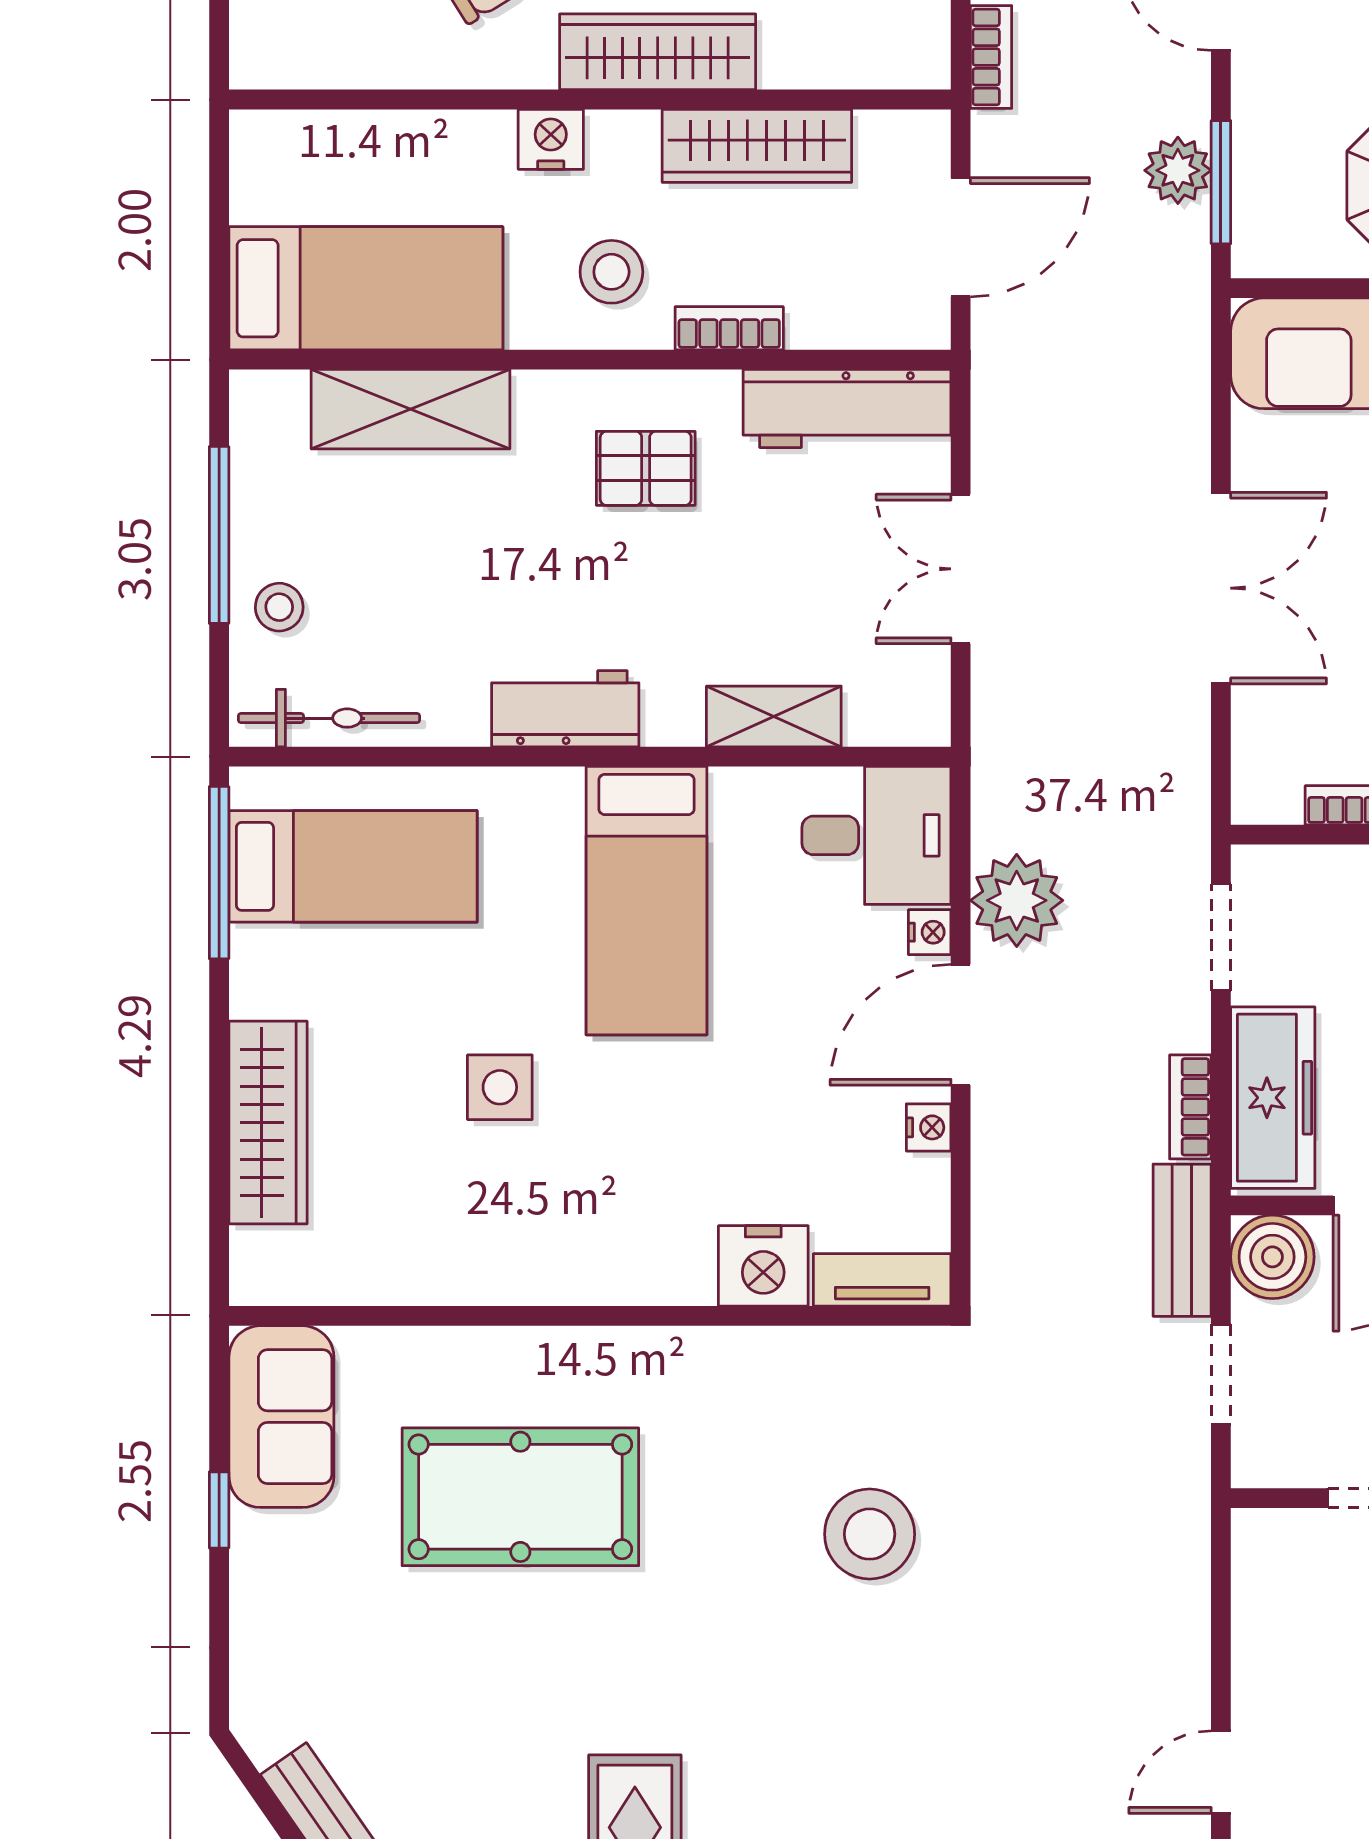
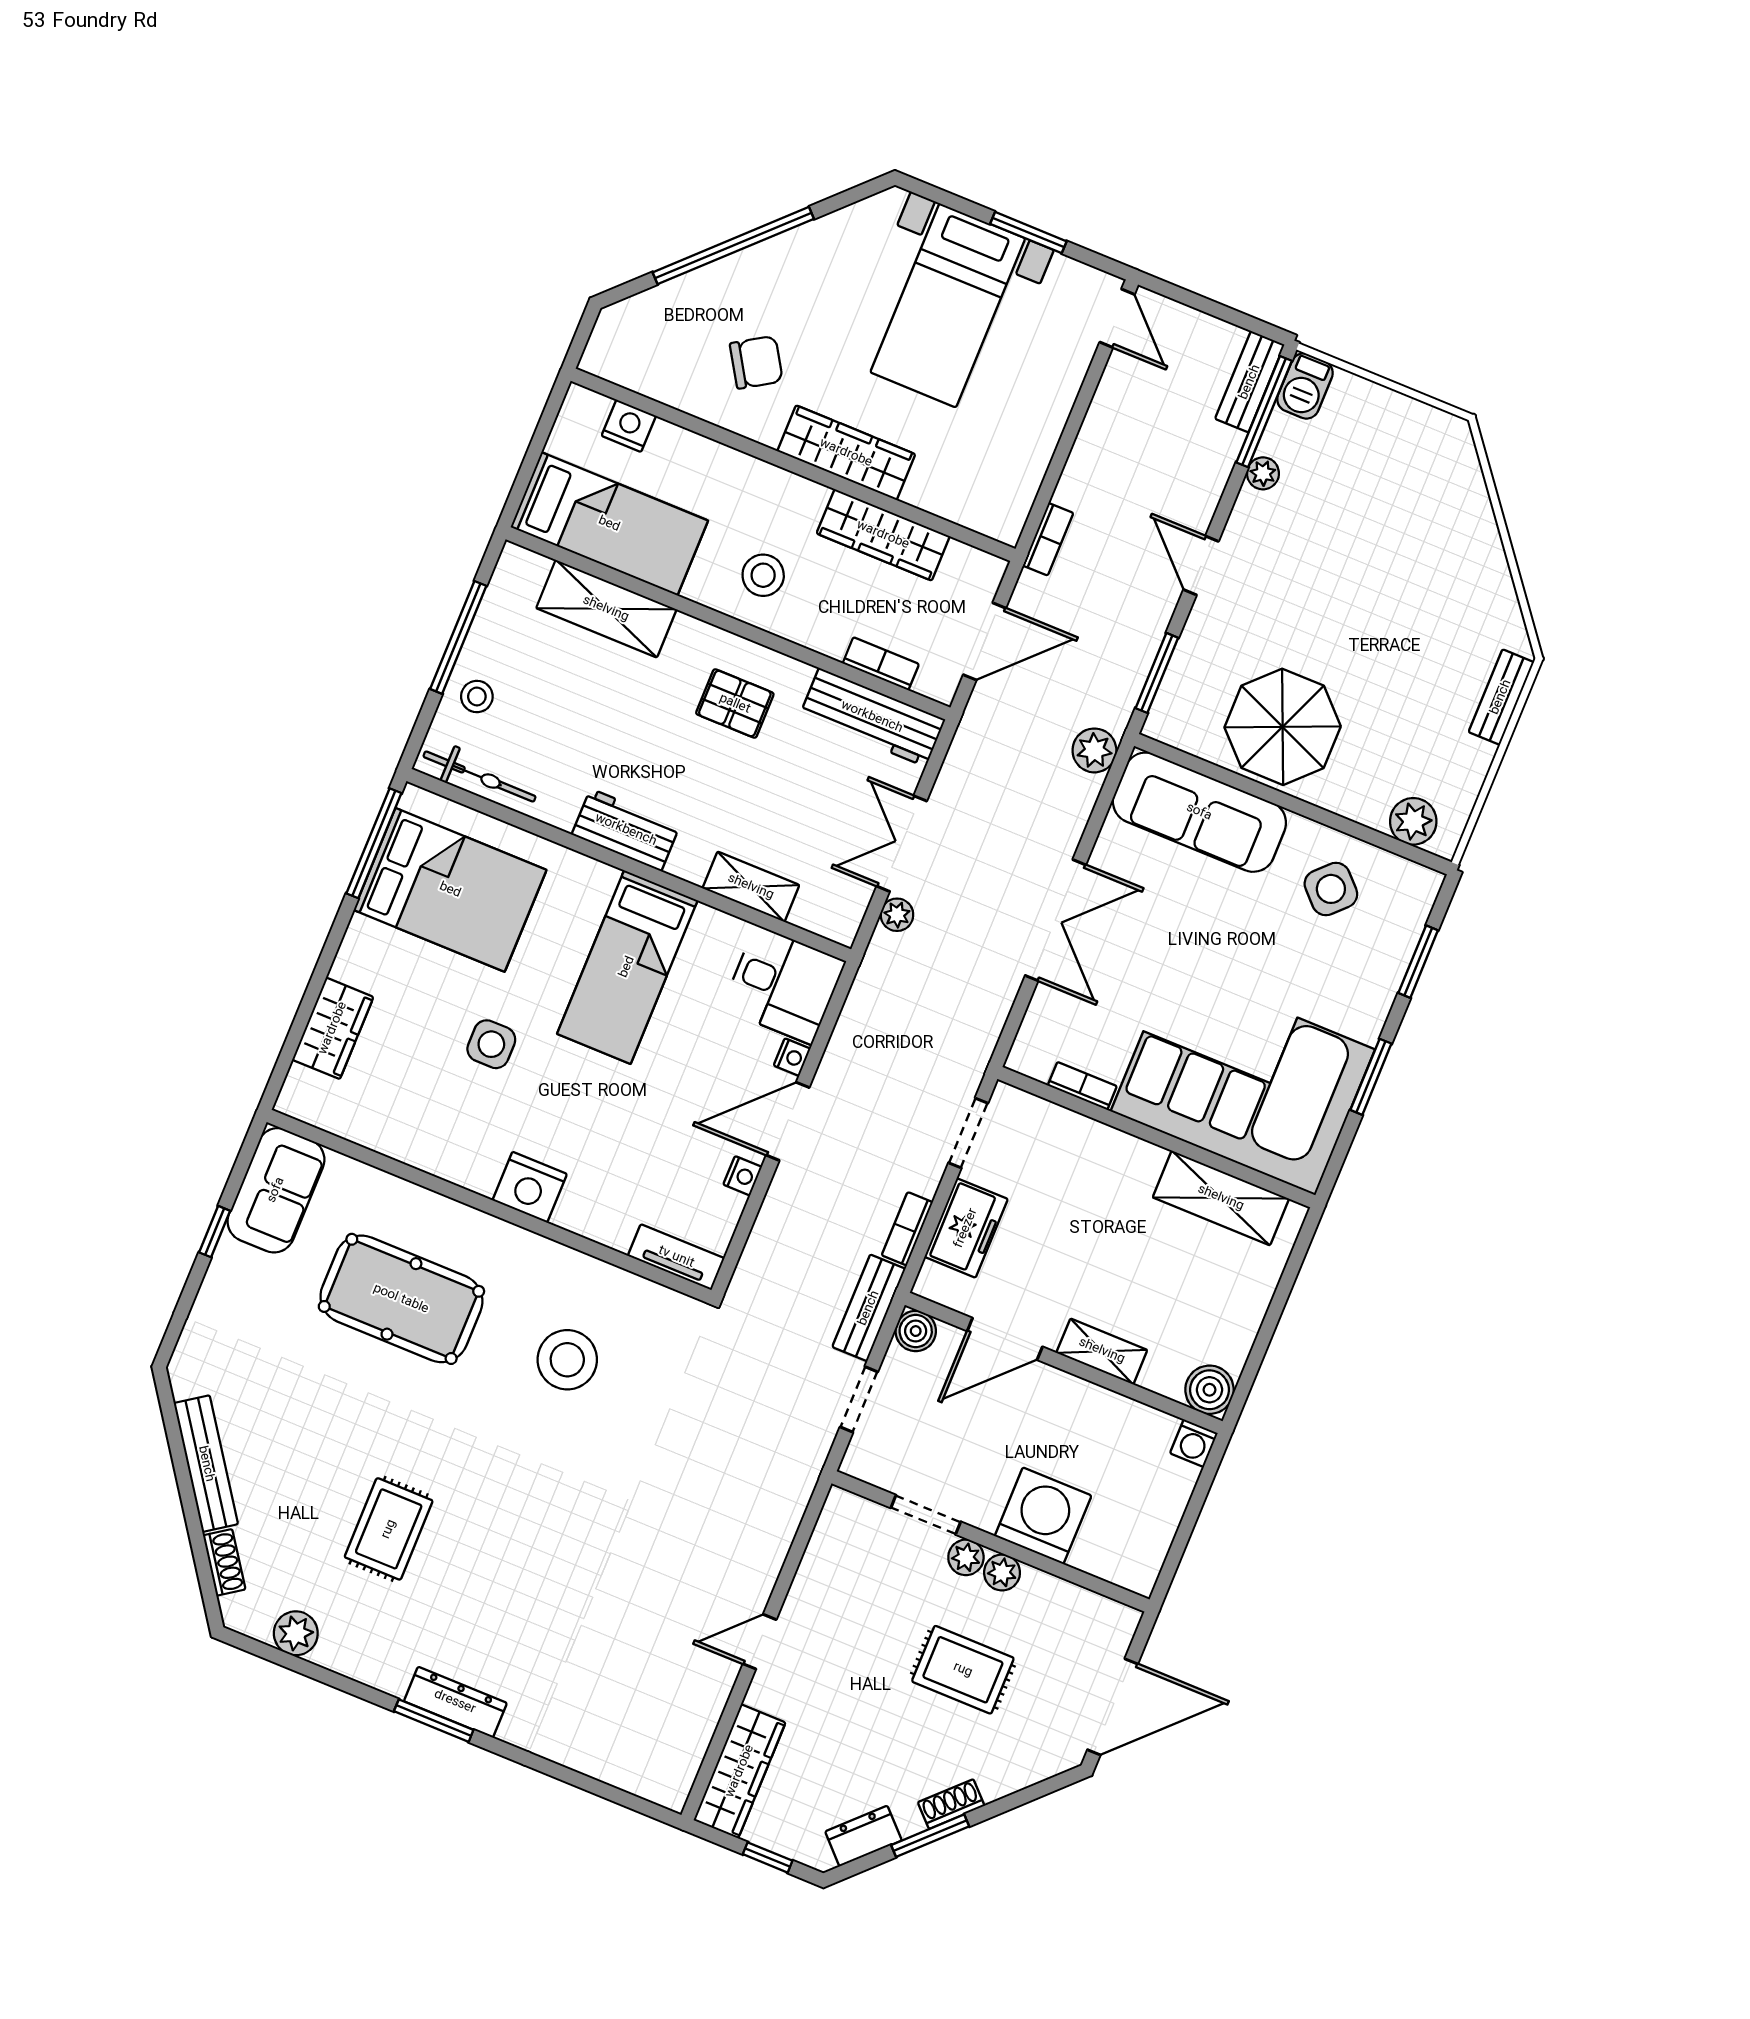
nightstand: (551, 139) -> (629, 426), moved
plant: (1178, 170) -> (1094, 750), moved
bookcase: (729, 328) -> (881, 664), moved
bed: (353, 866) -> (450, 890), width x1.50
plant: (1017, 900) -> (897, 915), moved, width x0.53, depth x0.53
freezer: (1273, 1098) -> (966, 1228), width x0.71
wardrobe: (268, 1123) -> (333, 1028), width x0.67
boiler: (1272, 1257) -> (916, 1331), width x0.73, depth x0.73
nightstand: (763, 1266) -> (530, 1187), moved
stool: (870, 1534) -> (567, 1360), moved

